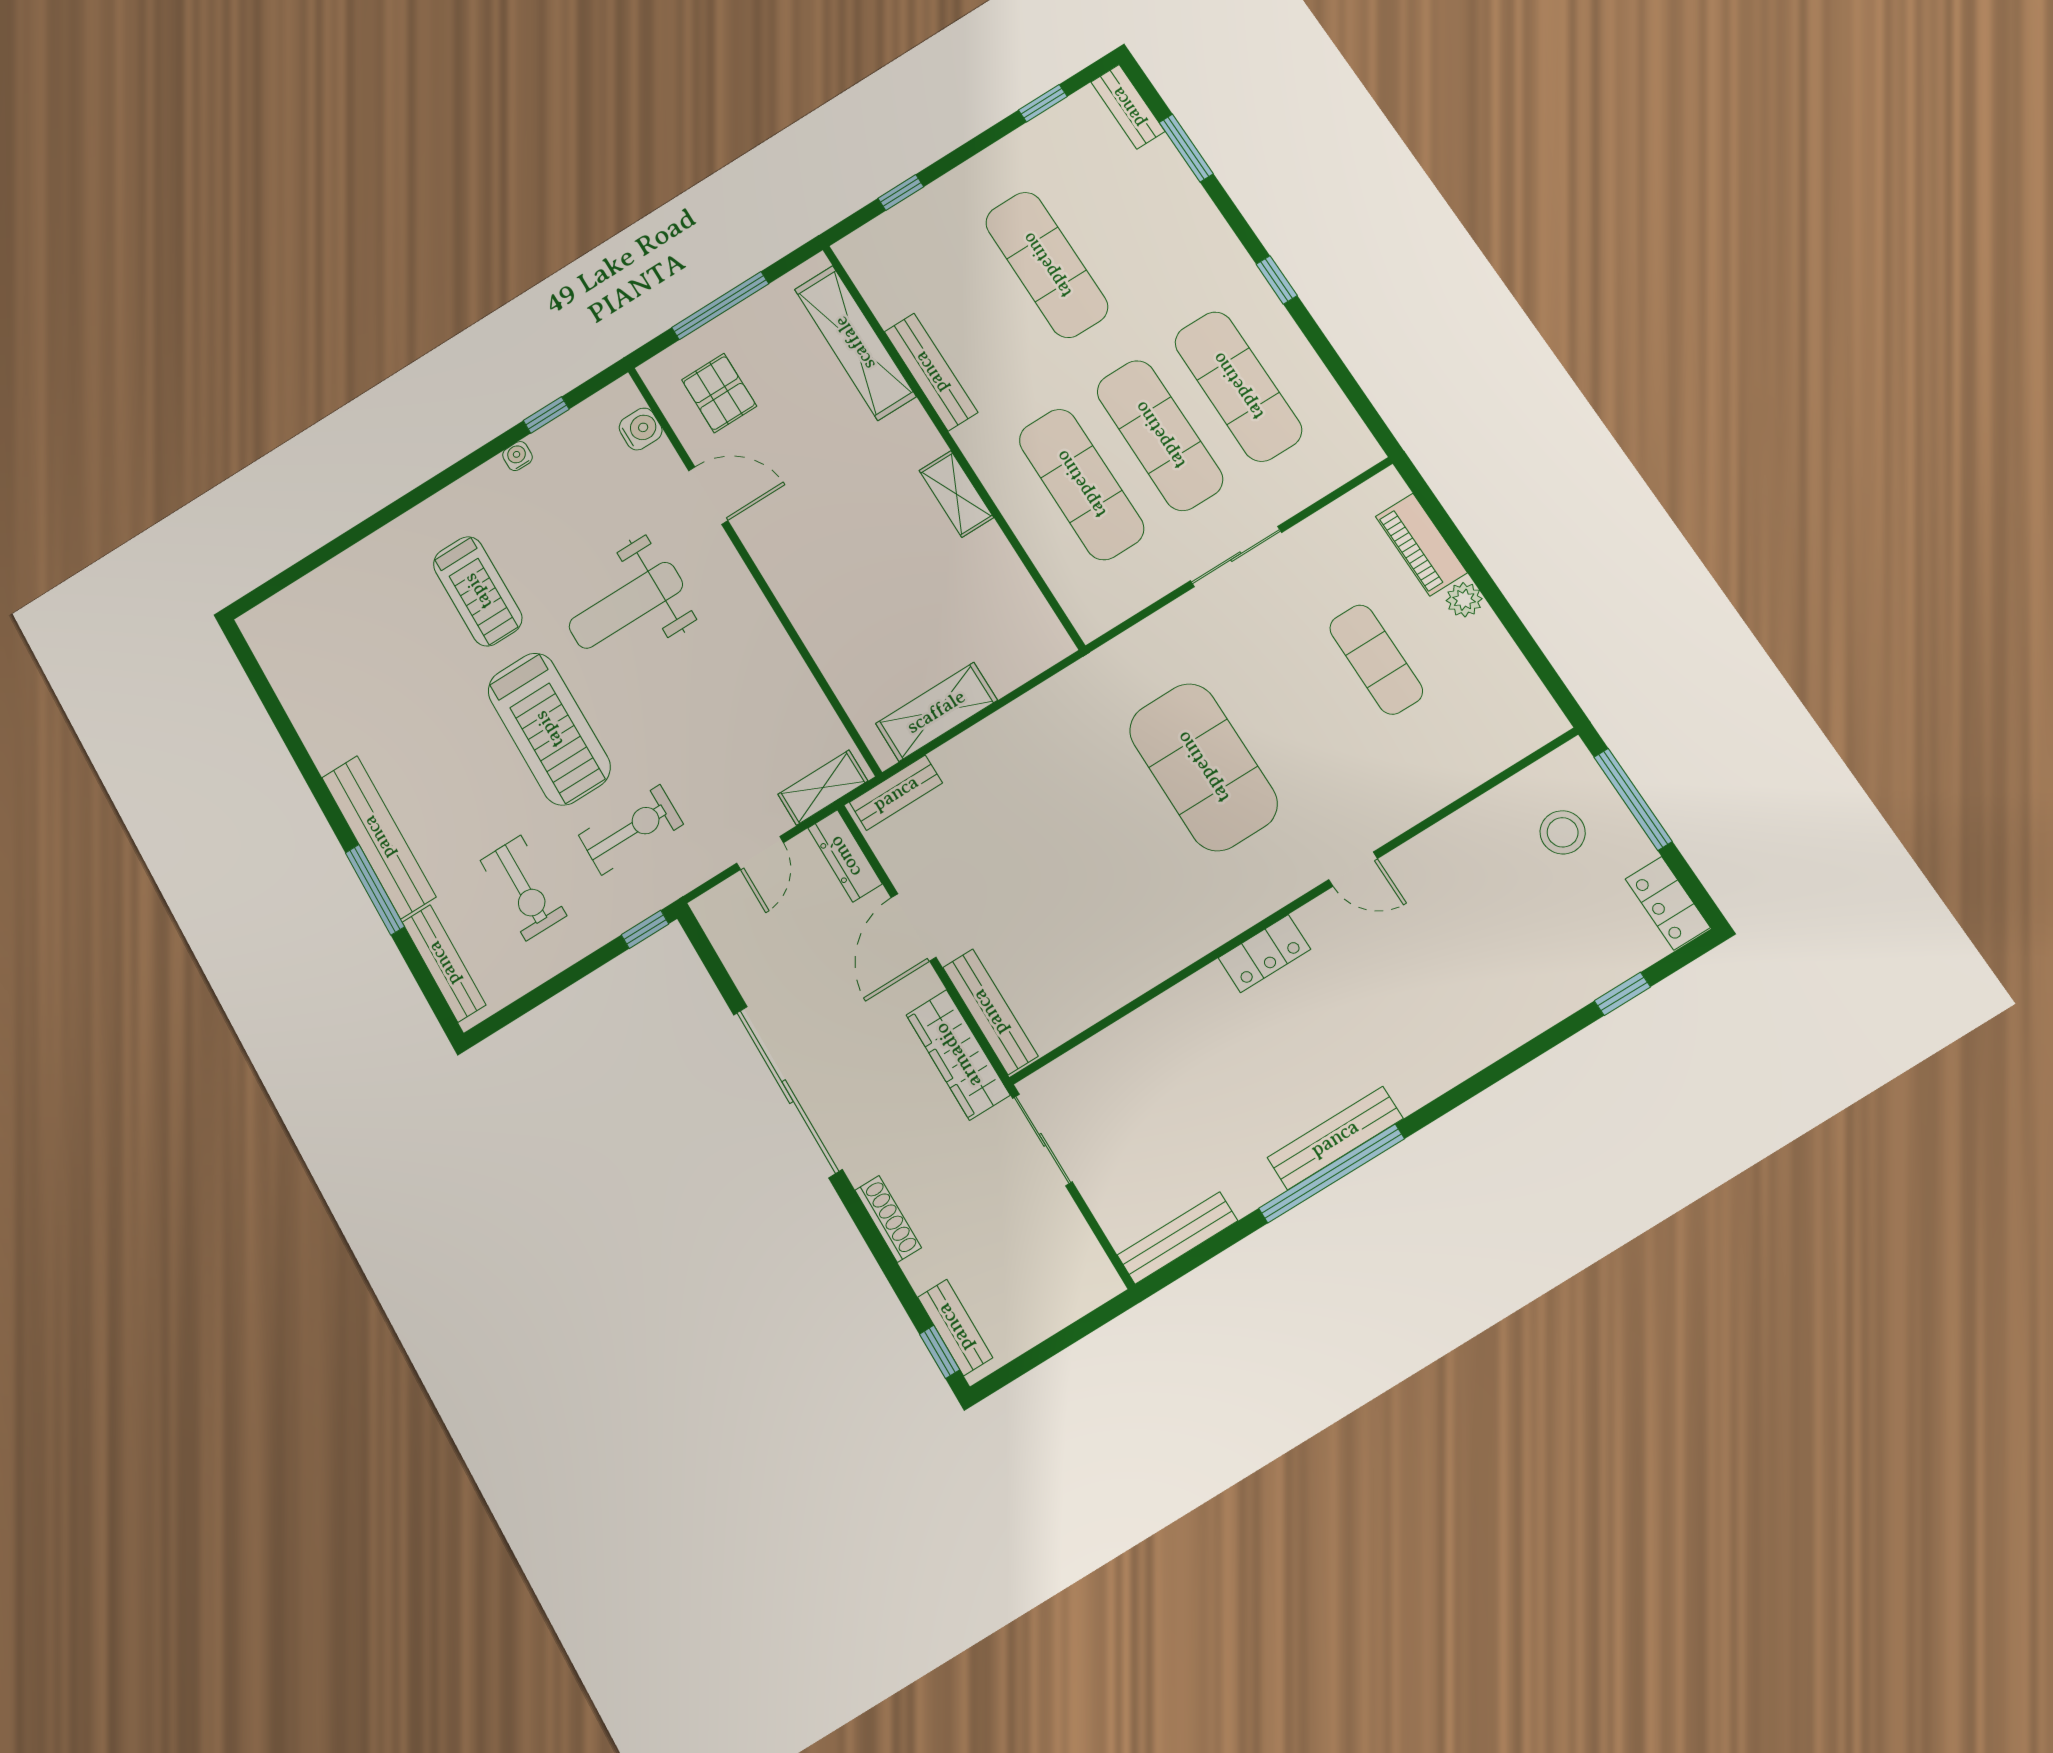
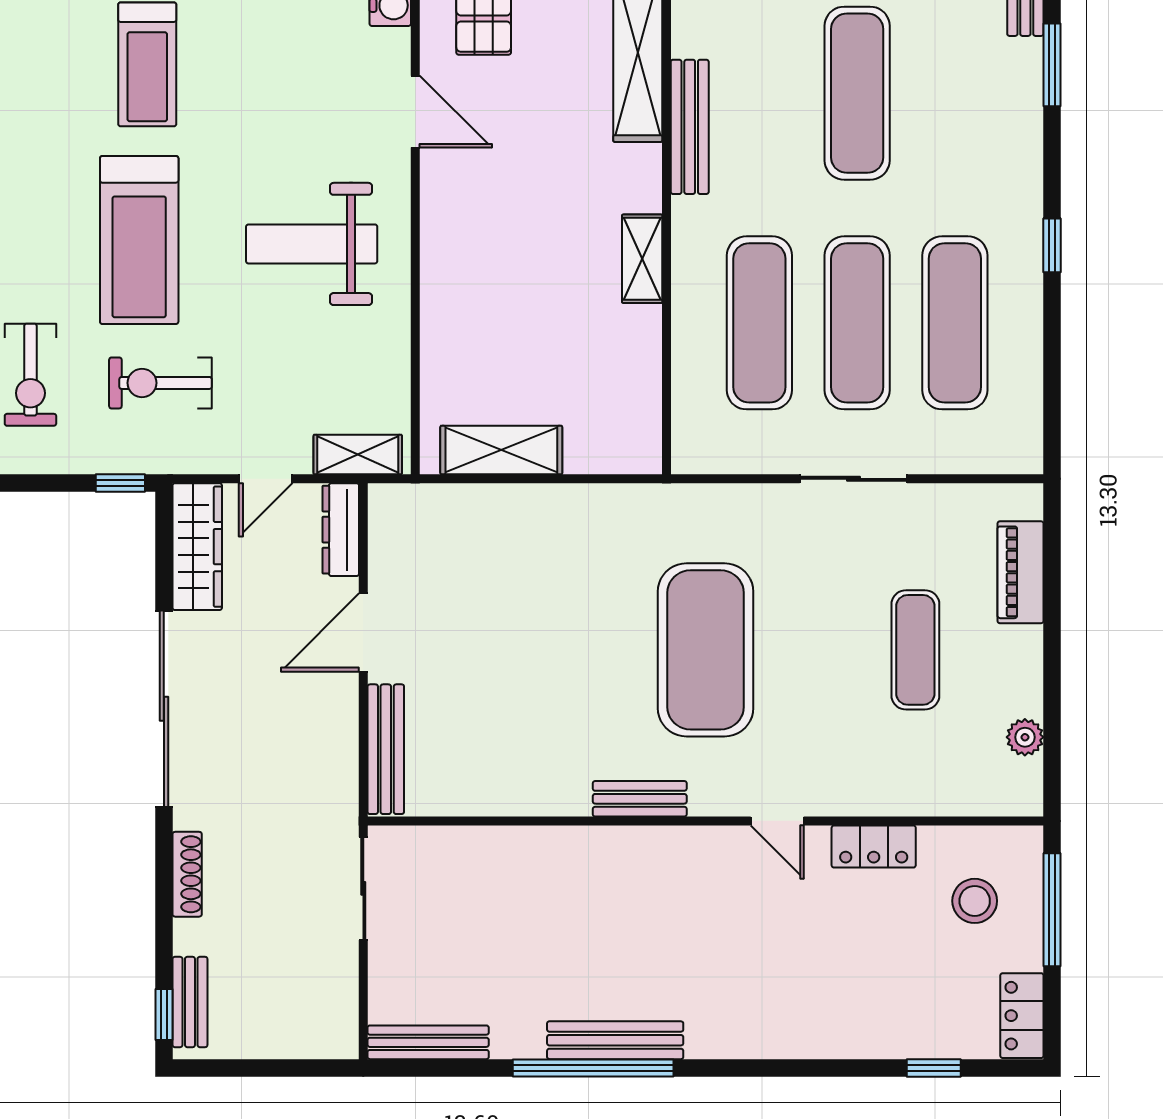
plant: (1464, 600) -> (1025, 737), moved
weight bench: (626, 605) -> (312, 244), moved
bench: (896, 793) -> (640, 799), moved
exercise bike: (631, 830) -> (160, 383), turned 180
locker: (1264, 954) -> (874, 847), moved
wardrobe: (958, 1055) -> (197, 547), moved, turned 180

